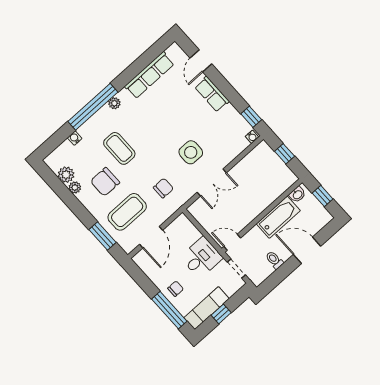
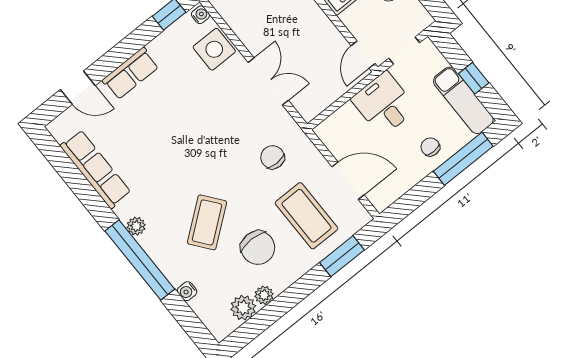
coffee table: (119, 148) -> (207, 222), turned -38
side table: (191, 152) -> (214, 49), moved

